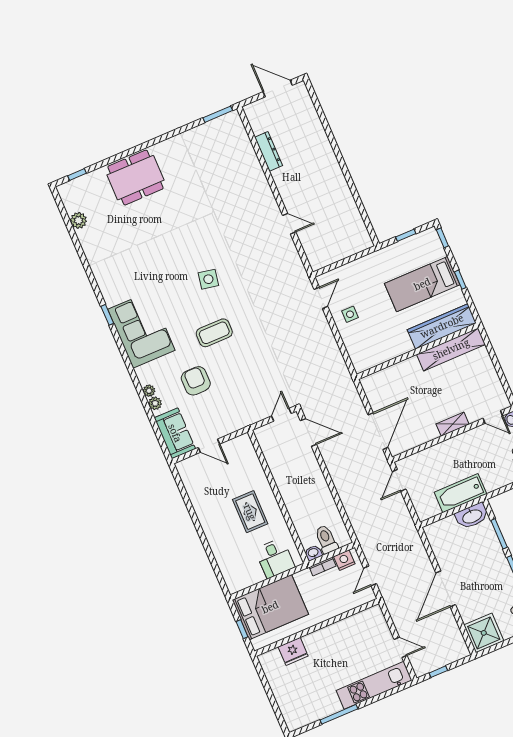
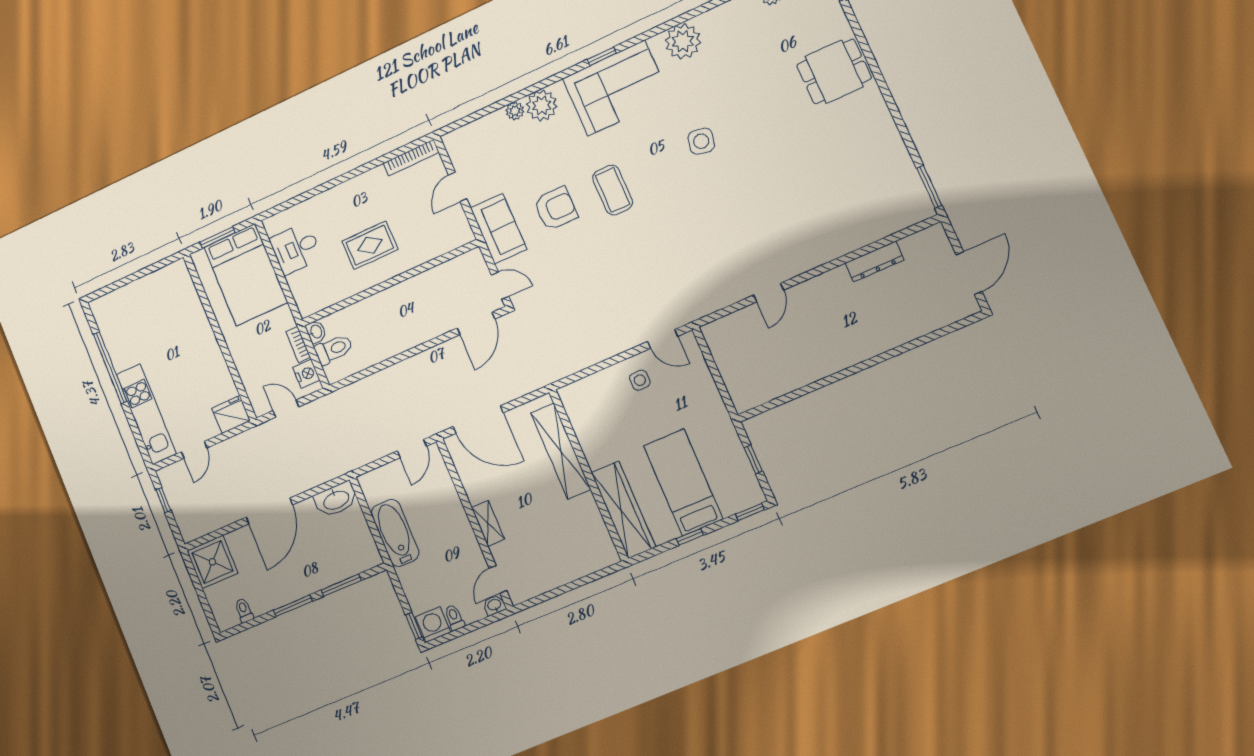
dining table: (136, 178) -> (834, 72), width x0.73
side table: (208, 279) -> (701, 141), moved
plant: (110, 282) -> (683, 41), added
window: (107, 315) -> (602, 56), moved
shelving: (451, 349) -> (561, 451), moved
armchair: (196, 381) -> (556, 208), moved
plant: (149, 391) -> (542, 105), width x1.87, depth x1.87
sofa: (175, 433) -> (499, 229), moved, turned -90
bookcase: (187, 480) -> (411, 158), added
door: (399, 480) -> (412, 449), swing flipped
washbasin: (472, 516) -> (336, 500), moved, turned -90
desk: (275, 558) -> (296, 248), moved
door: (446, 589) -> (269, 511), swing flipped
window: (242, 629) -> (217, 237), width x1.50
fridge: (293, 651) -> (231, 415), moved, turned 90
window: (339, 714) -> (110, 368), width x1.46

